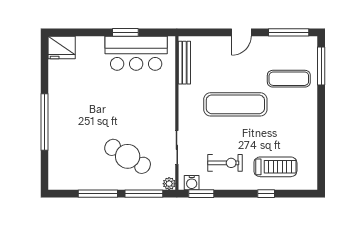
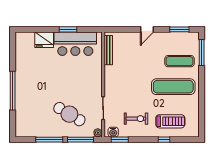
window: (289, 32) -> (179, 29), width x0.69
fridge: (62, 47) -> (44, 40), moved
exercise mat: (235, 104) -> (173, 87), moved

